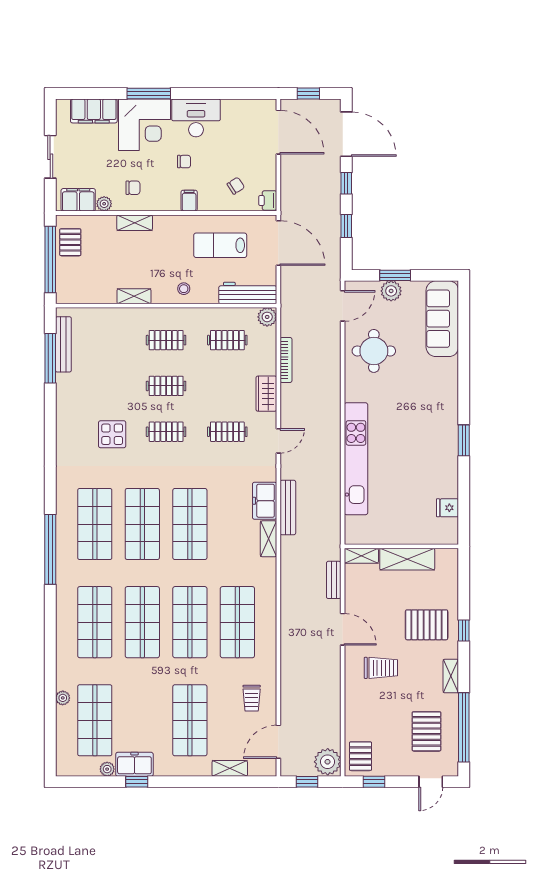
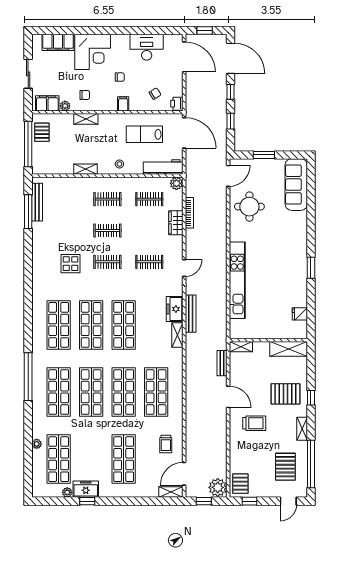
window: (149, 94) -> (96, 31), removed
desk: (196, 118) -> (147, 47), moved
plant: (391, 291) -> (261, 166), removed
wardrobe: (266, 394) -> (176, 223), moved
window: (50, 549) -> (28, 377), moved
shelving: (407, 559) -> (289, 349), moved
shelving: (230, 768) -> (171, 492), moved

